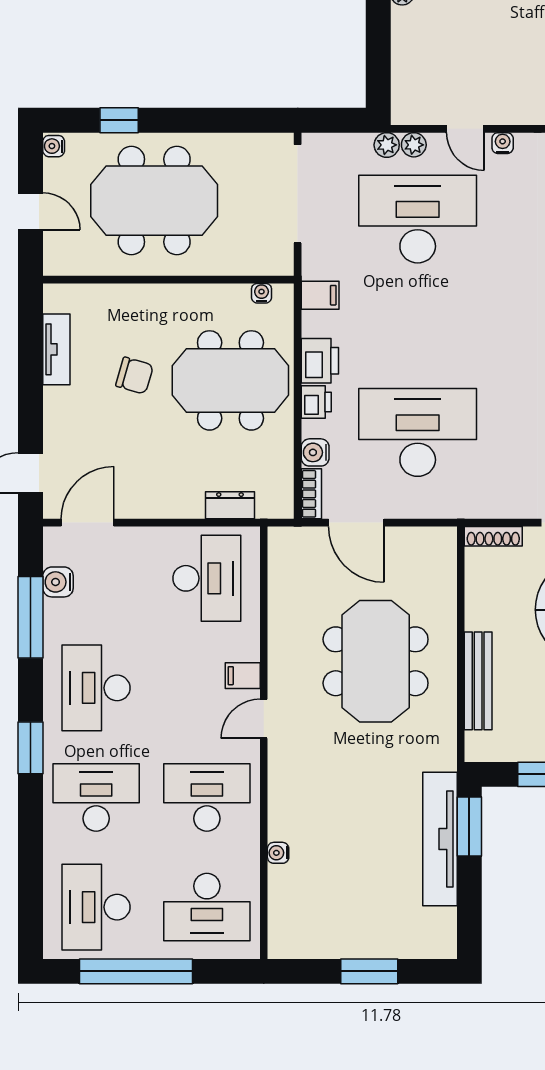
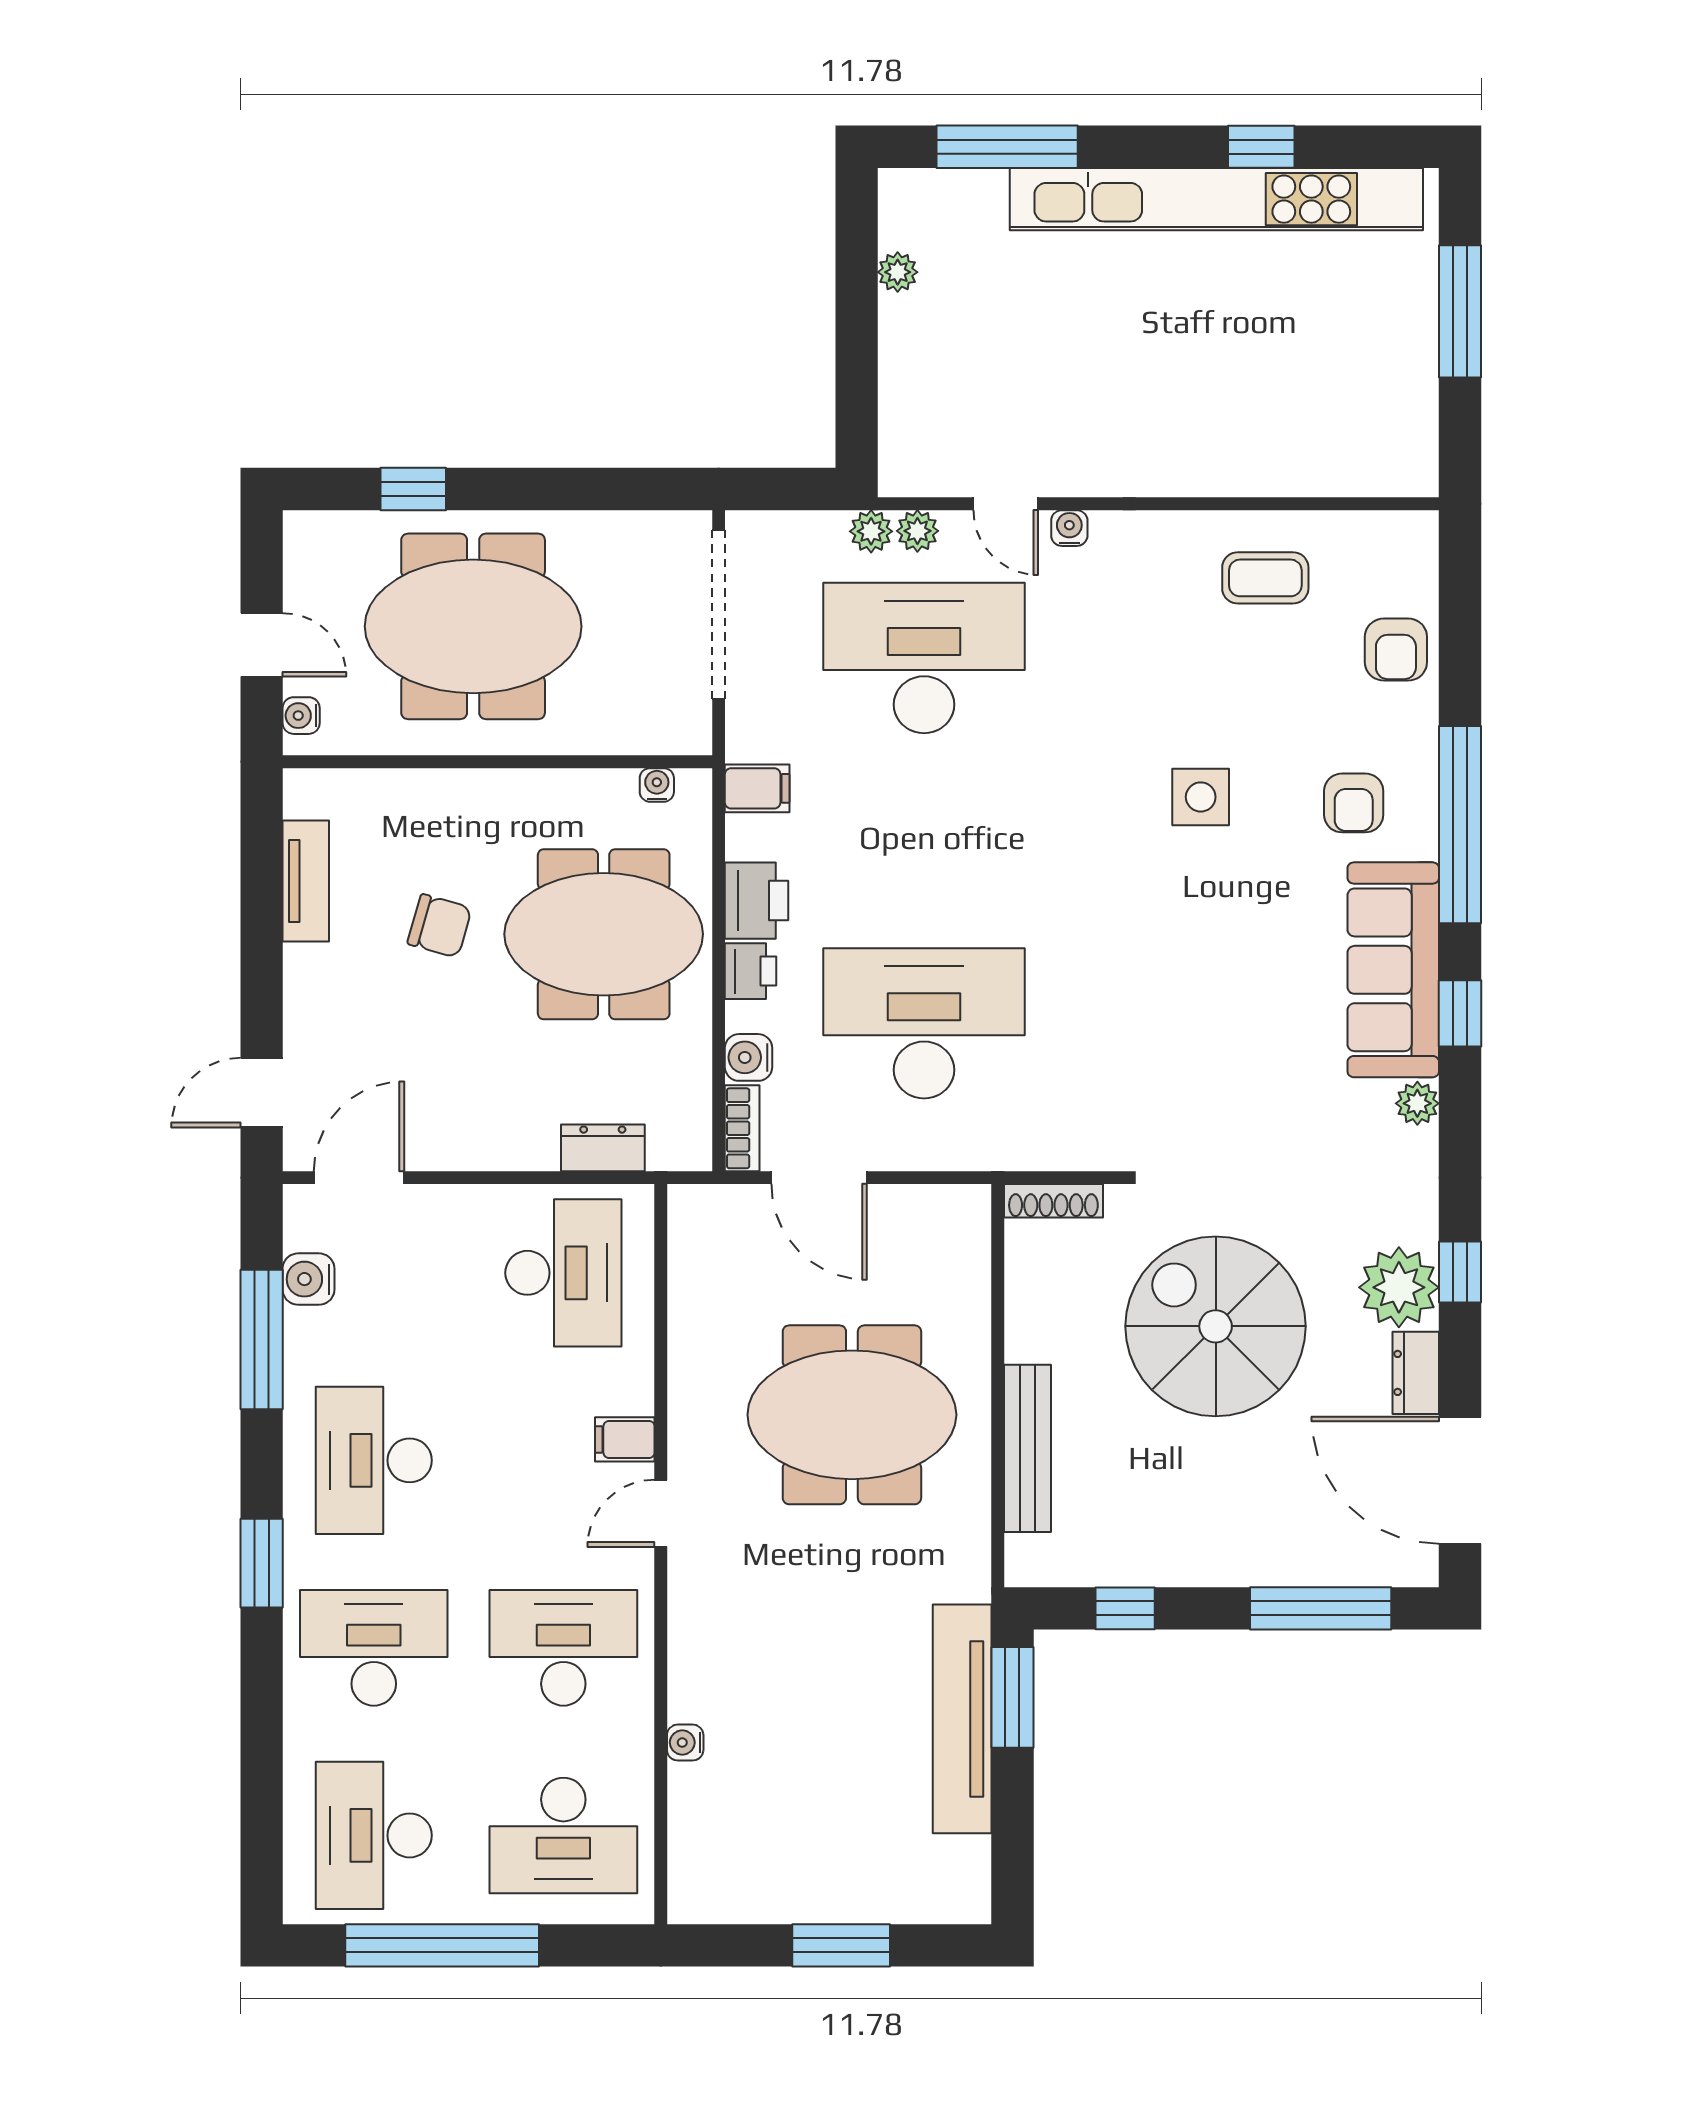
water cooler: (54, 146) -> (301, 716), moved
meeting table: (376, 661) -> (852, 1415), turned 90

